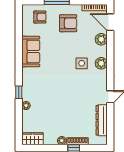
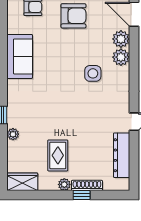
plant: (101, 63) -> (121, 57), moved
rug: (57, 120) -> (58, 155), added

